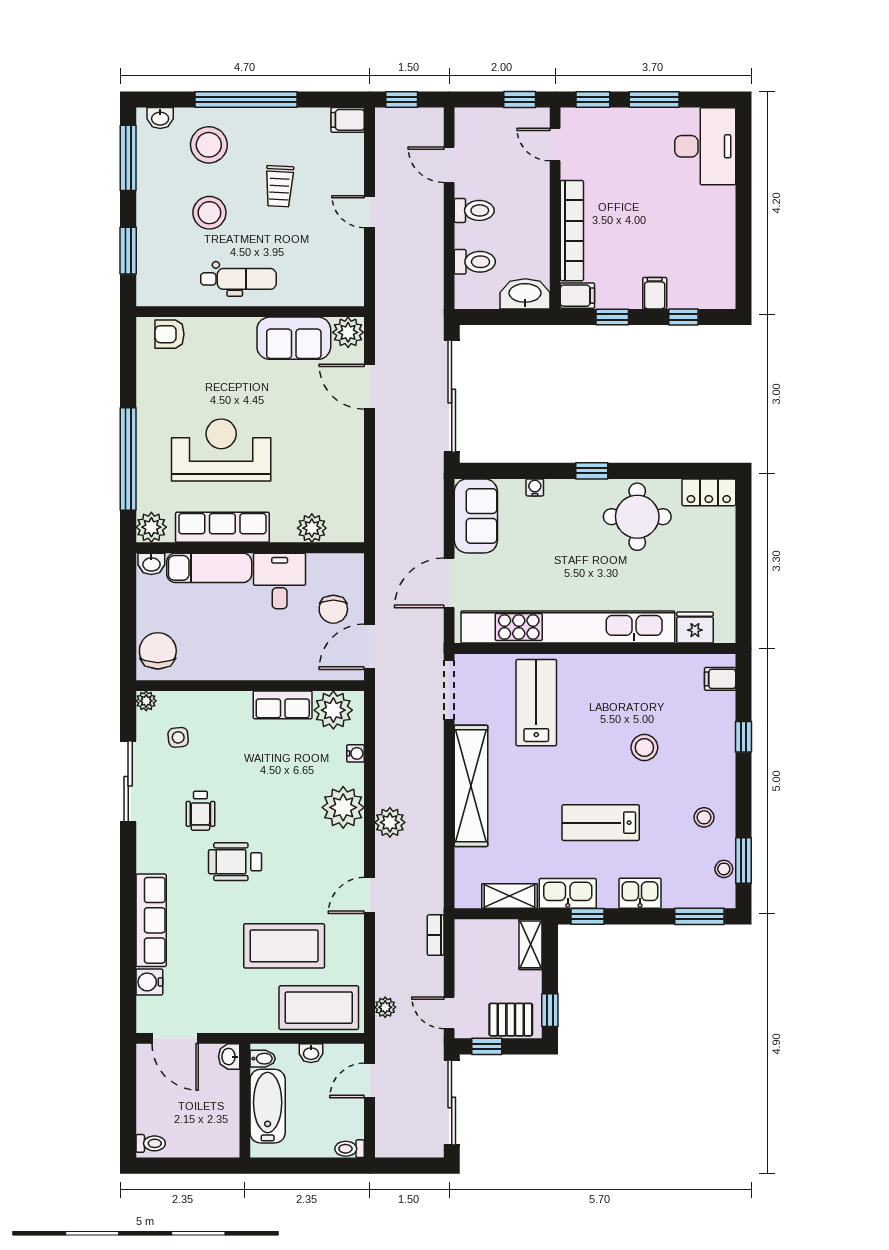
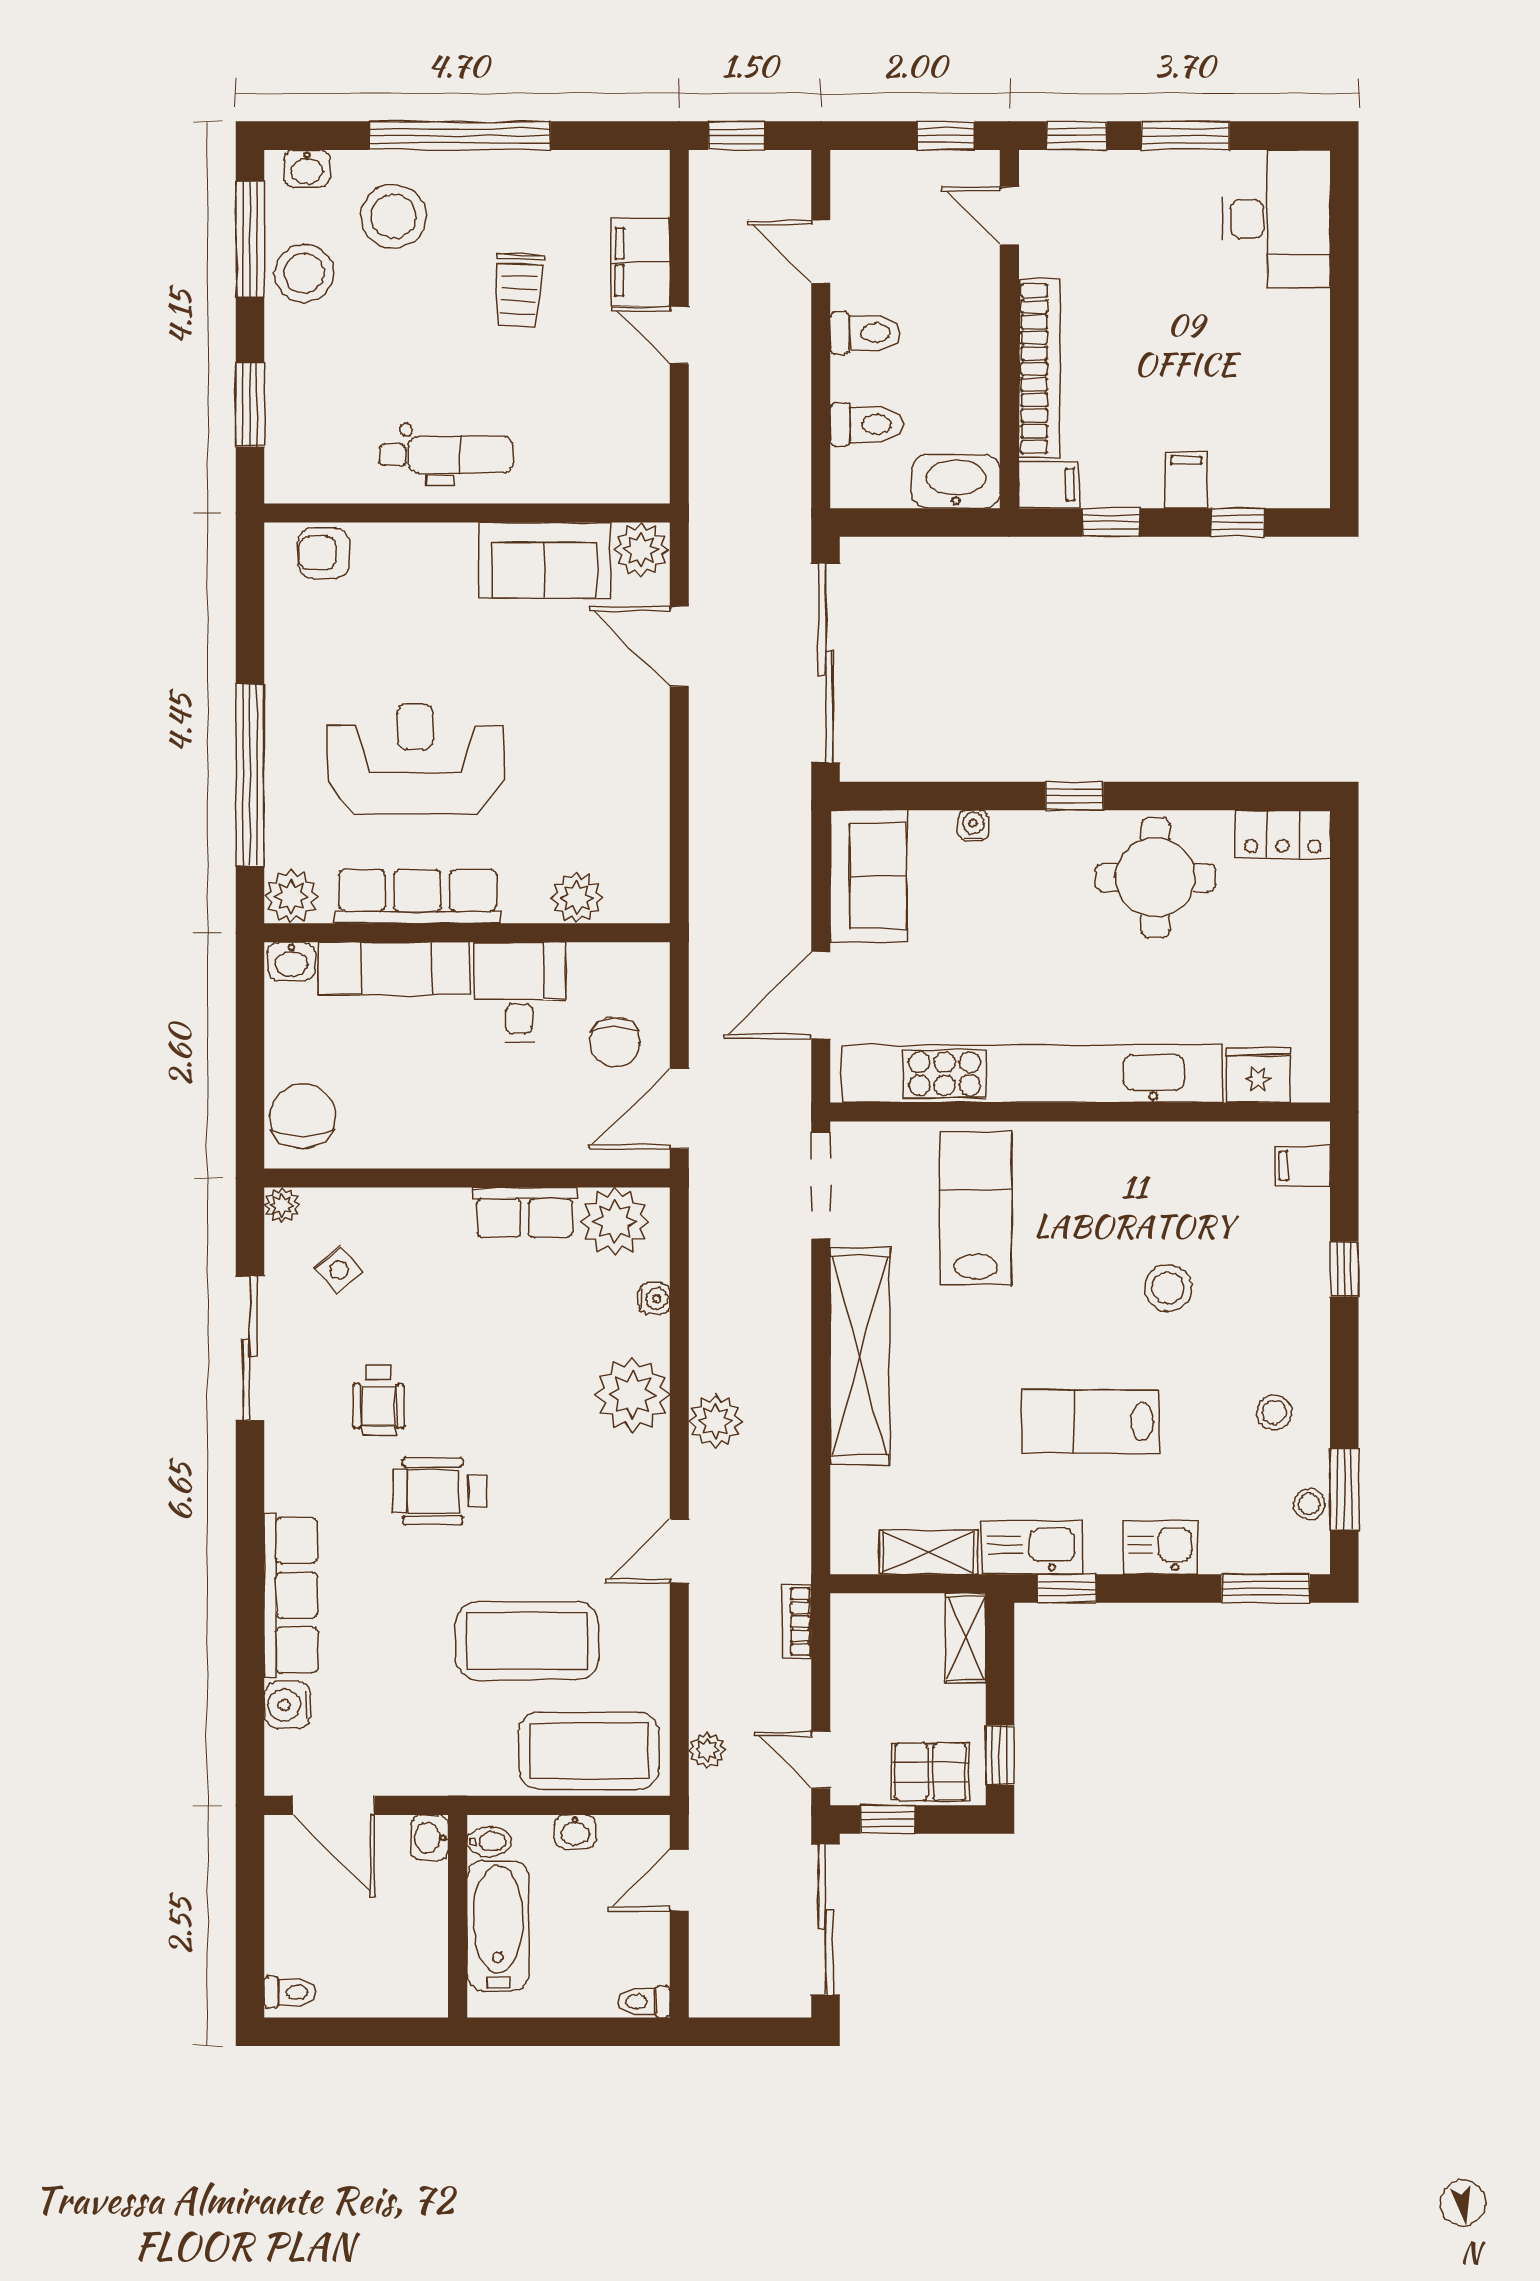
filing cabinet: (348, 120) -> (640, 262), moved, width x2.00
stool: (209, 213) -> (304, 273), moved
side table: (178, 737) -> (339, 1270), turned -36

